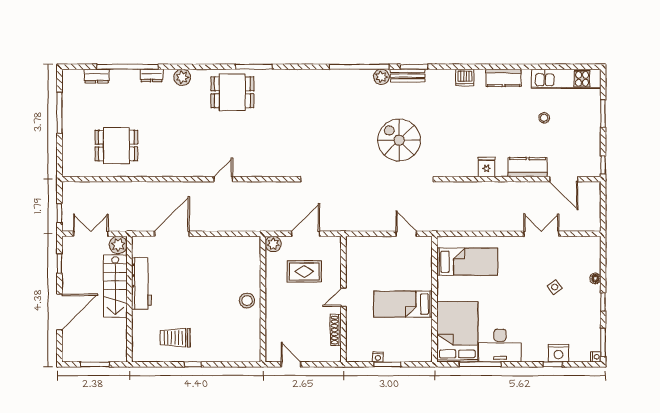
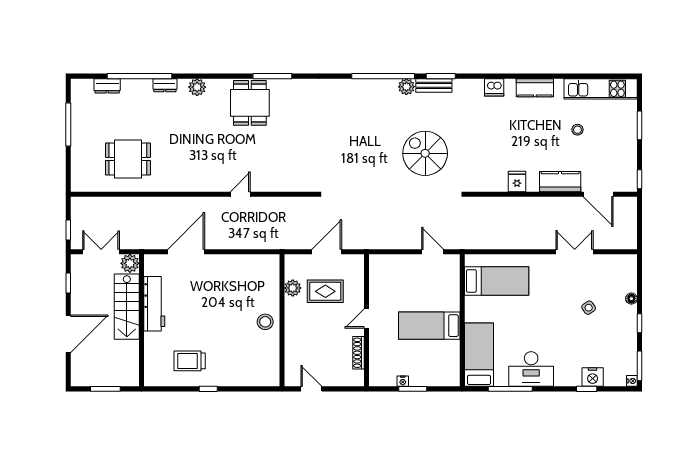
dining table: (232, 92) -> (250, 103), turned 90
plant: (273, 244) -> (293, 288), moved
bed: (457, 332) -> (479, 355), width x0.67

